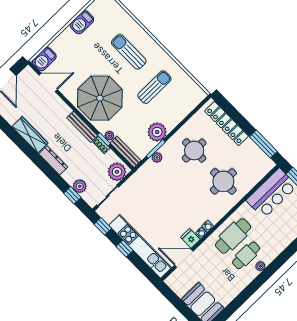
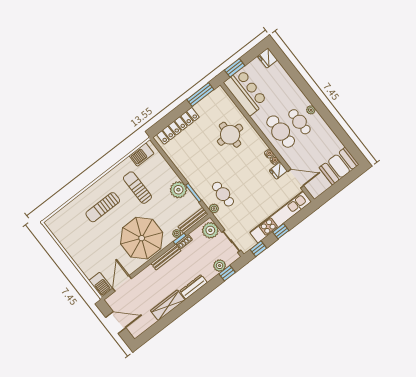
barbecue: (82, 22) -> (142, 155), moved, turned 90
round table: (194, 151) -> (199, 158), removed
plant: (157, 157) -> (214, 208), moved
cafe table: (158, 181) -> (223, 194), added
door: (184, 258) -> (296, 179), swing flipped

